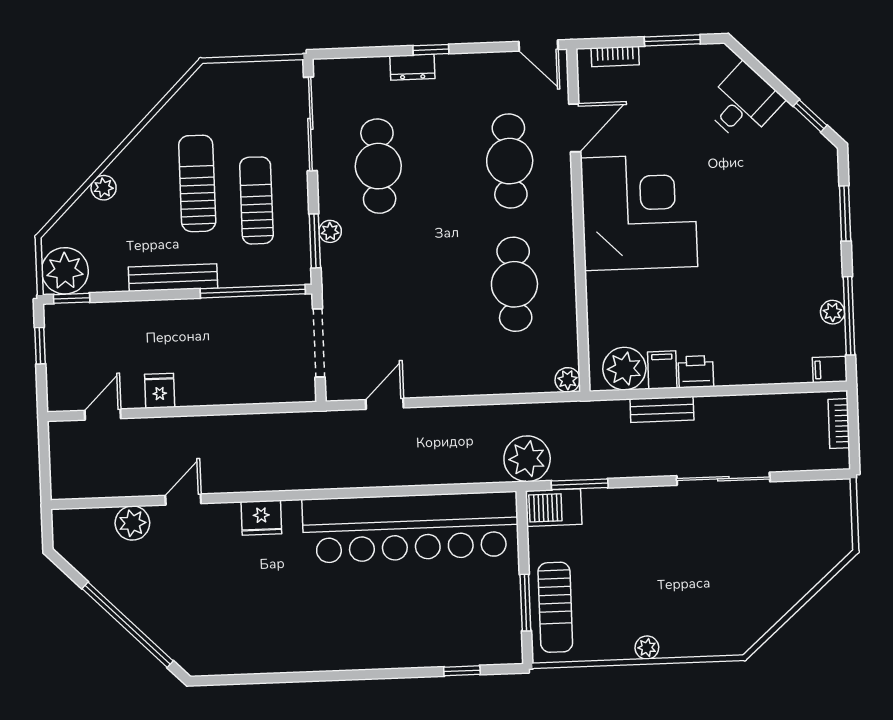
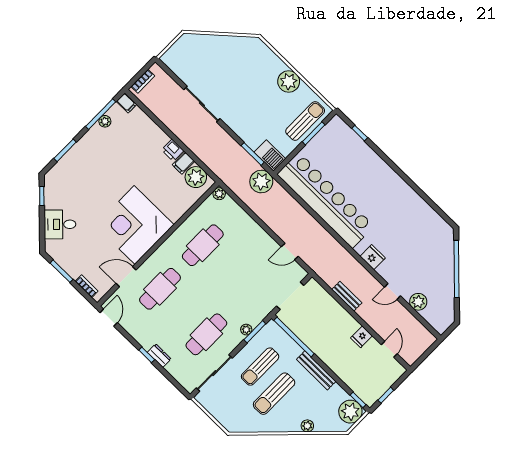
bench: (662, 409) -> (347, 296), moved
door: (103, 415) -> (389, 349), swing flipped
plant: (647, 648) -> (289, 82), width x1.87, depth x1.87

